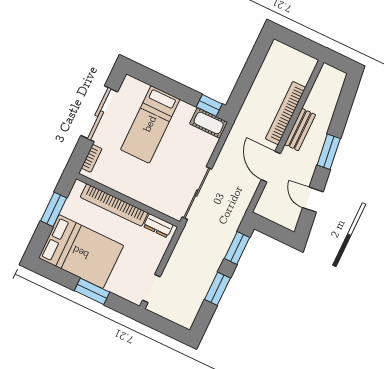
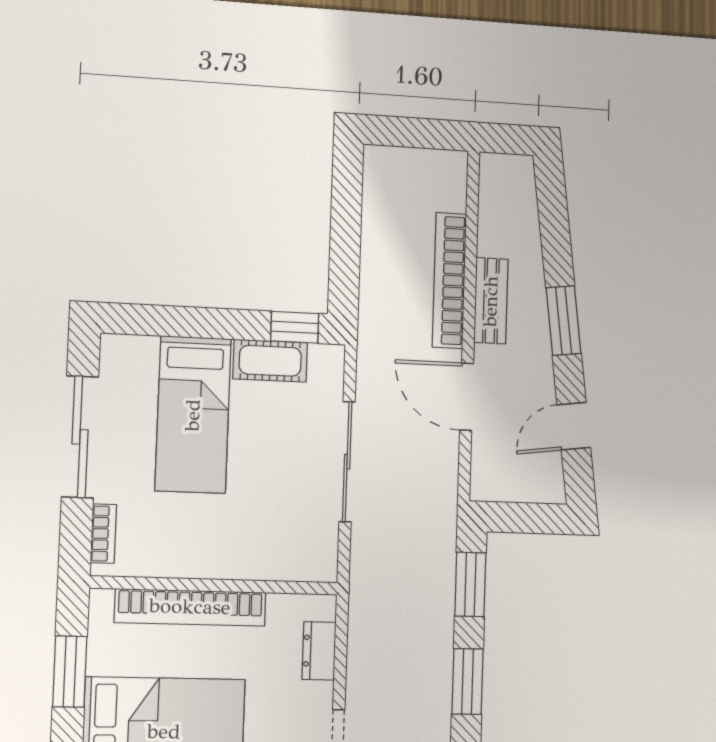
cot: (209, 123) -> (270, 361), moved
sliding door: (197, 193) -> (347, 462), moved
door: (313, 200) -> (574, 426), hinge flipped
dresser: (158, 226) -> (319, 651), moved, turned 90

